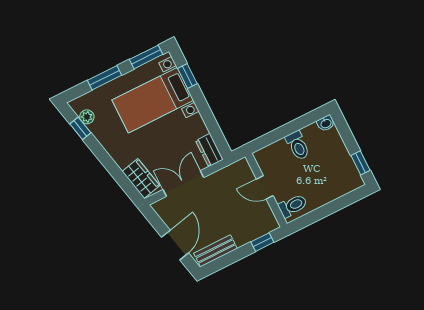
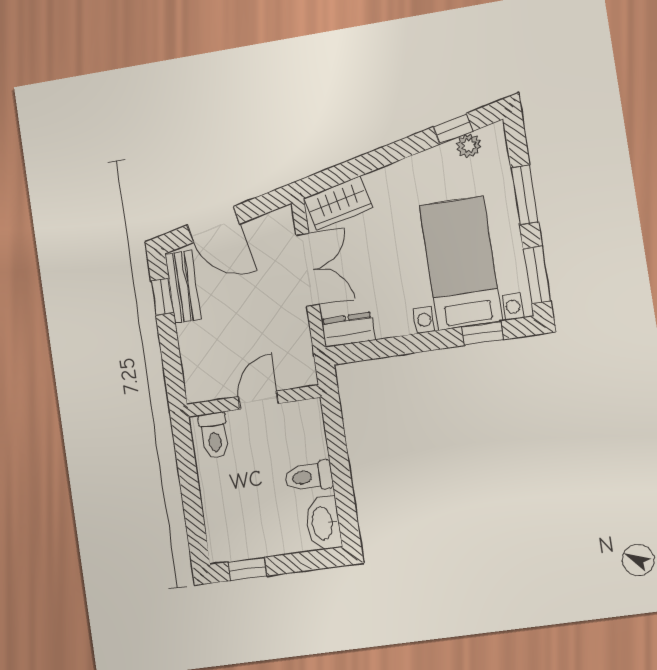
washbasin: (326, 123) -> (323, 523), width x1.91, depth x1.45
window: (262, 242) -> (162, 297), moved

